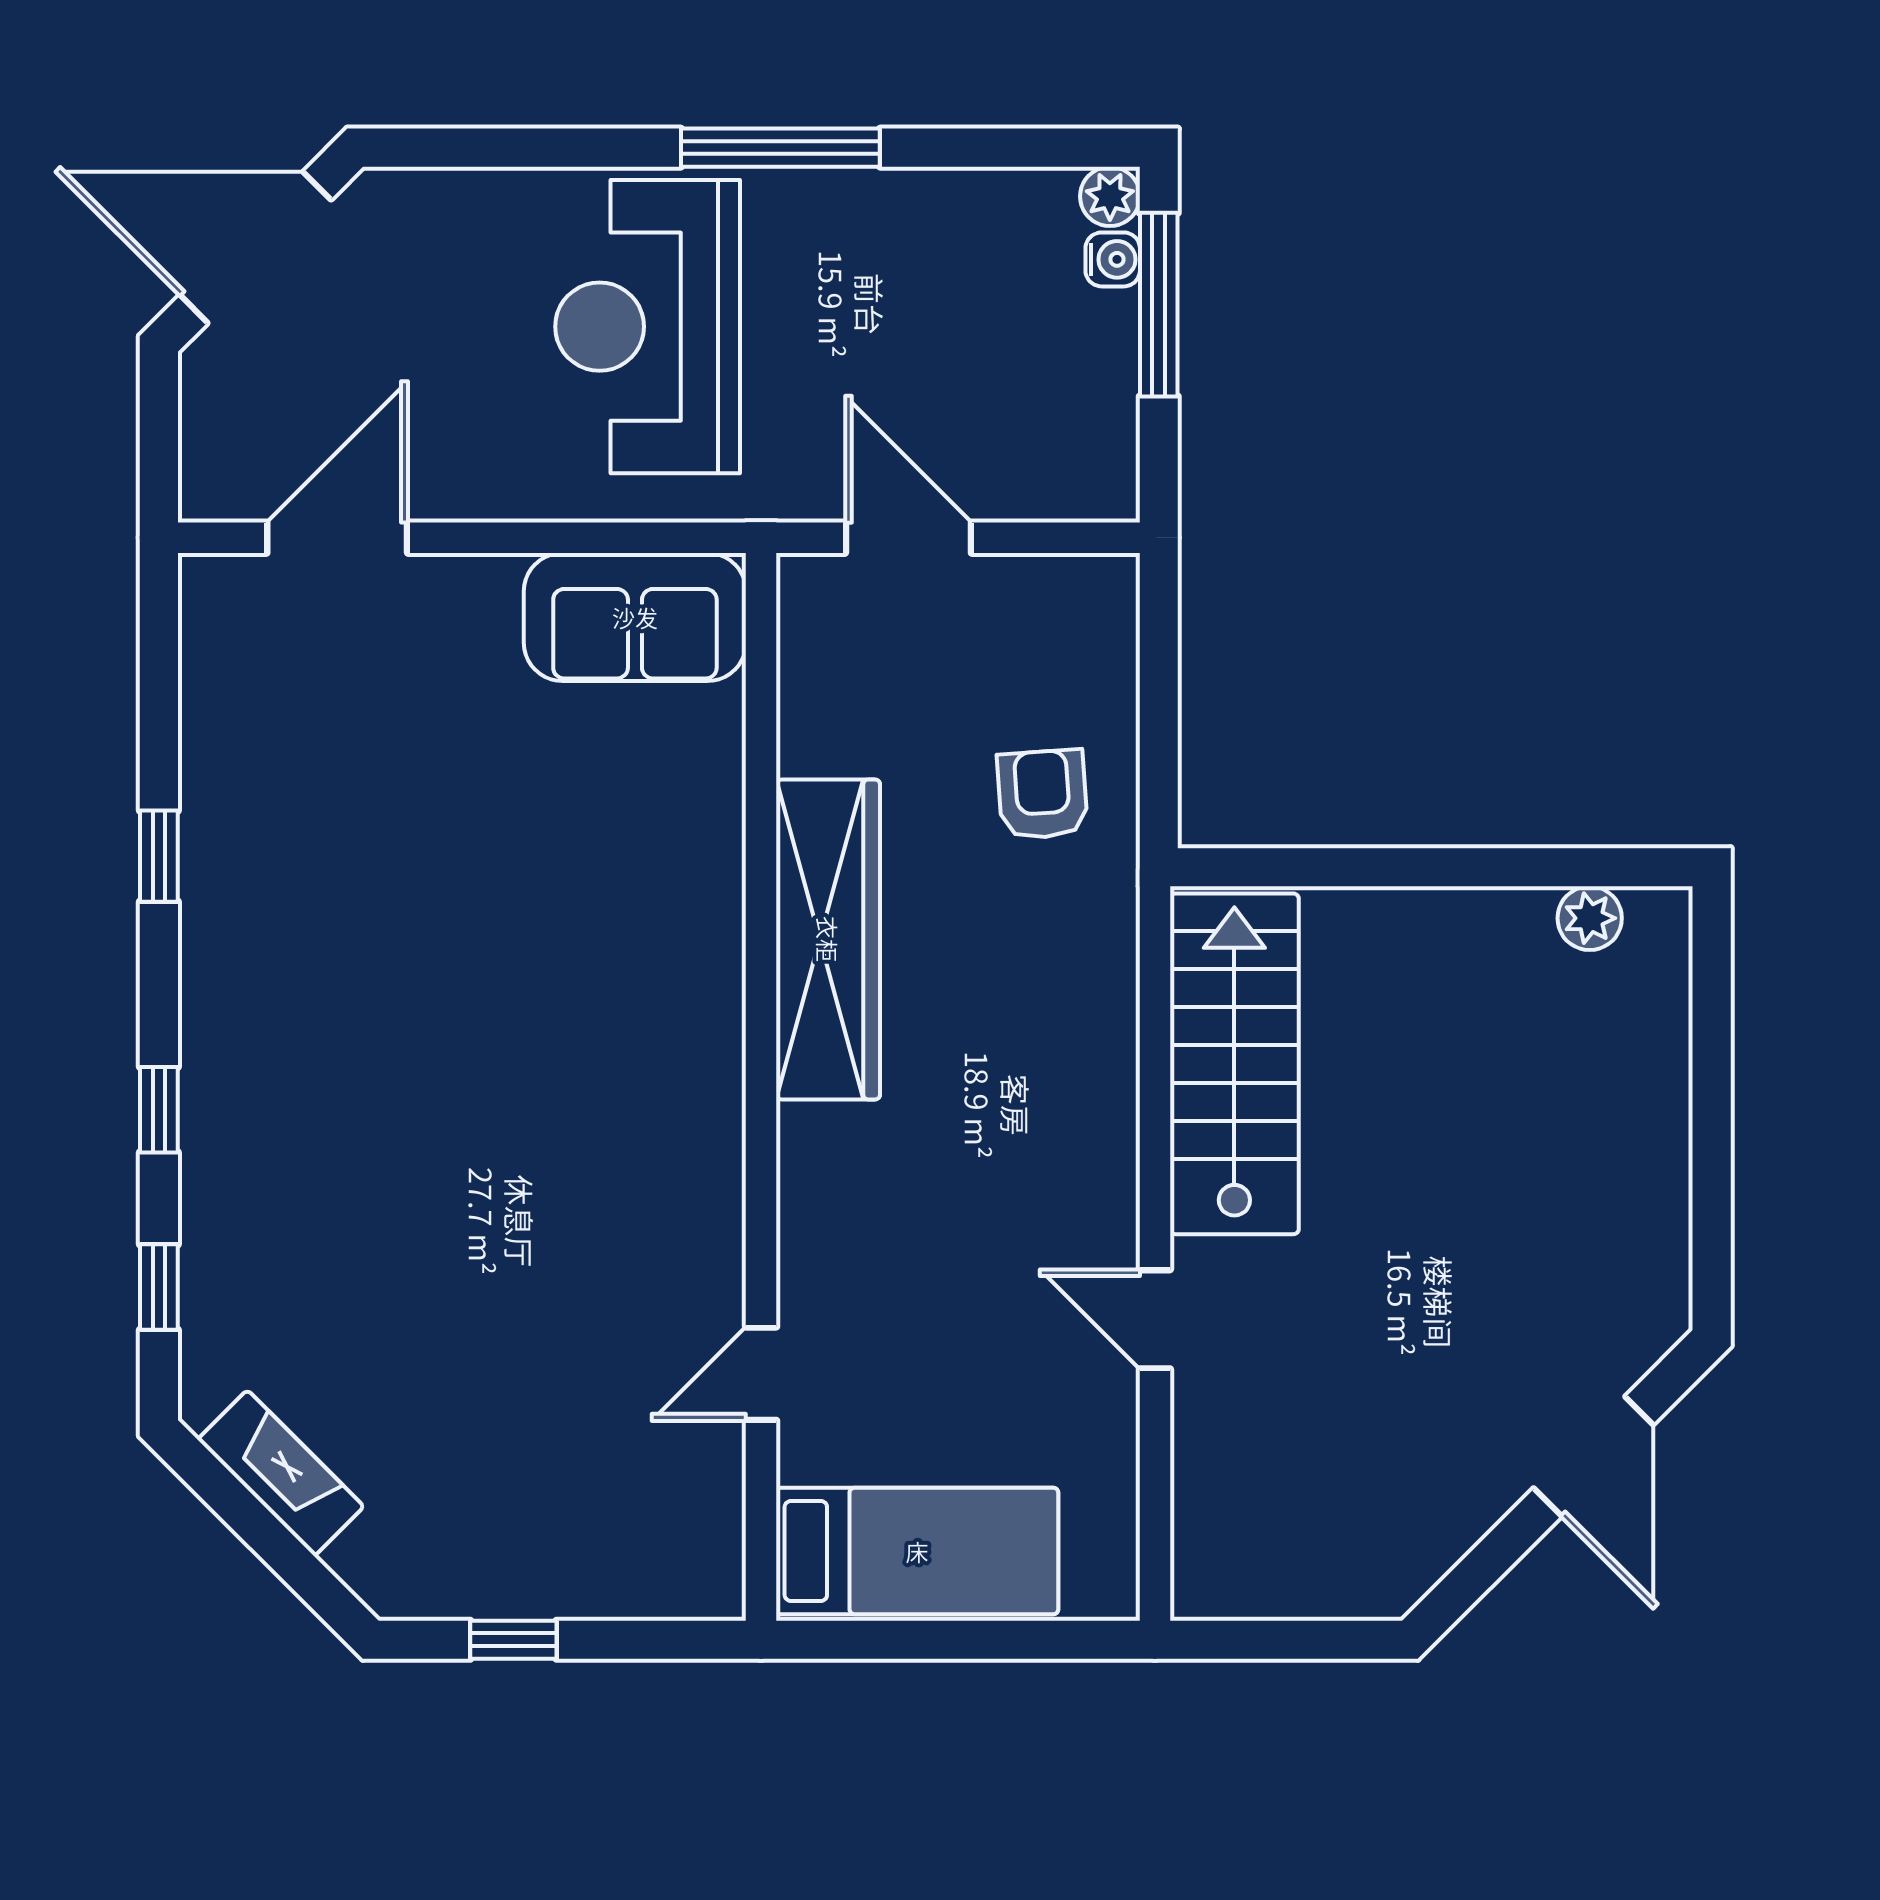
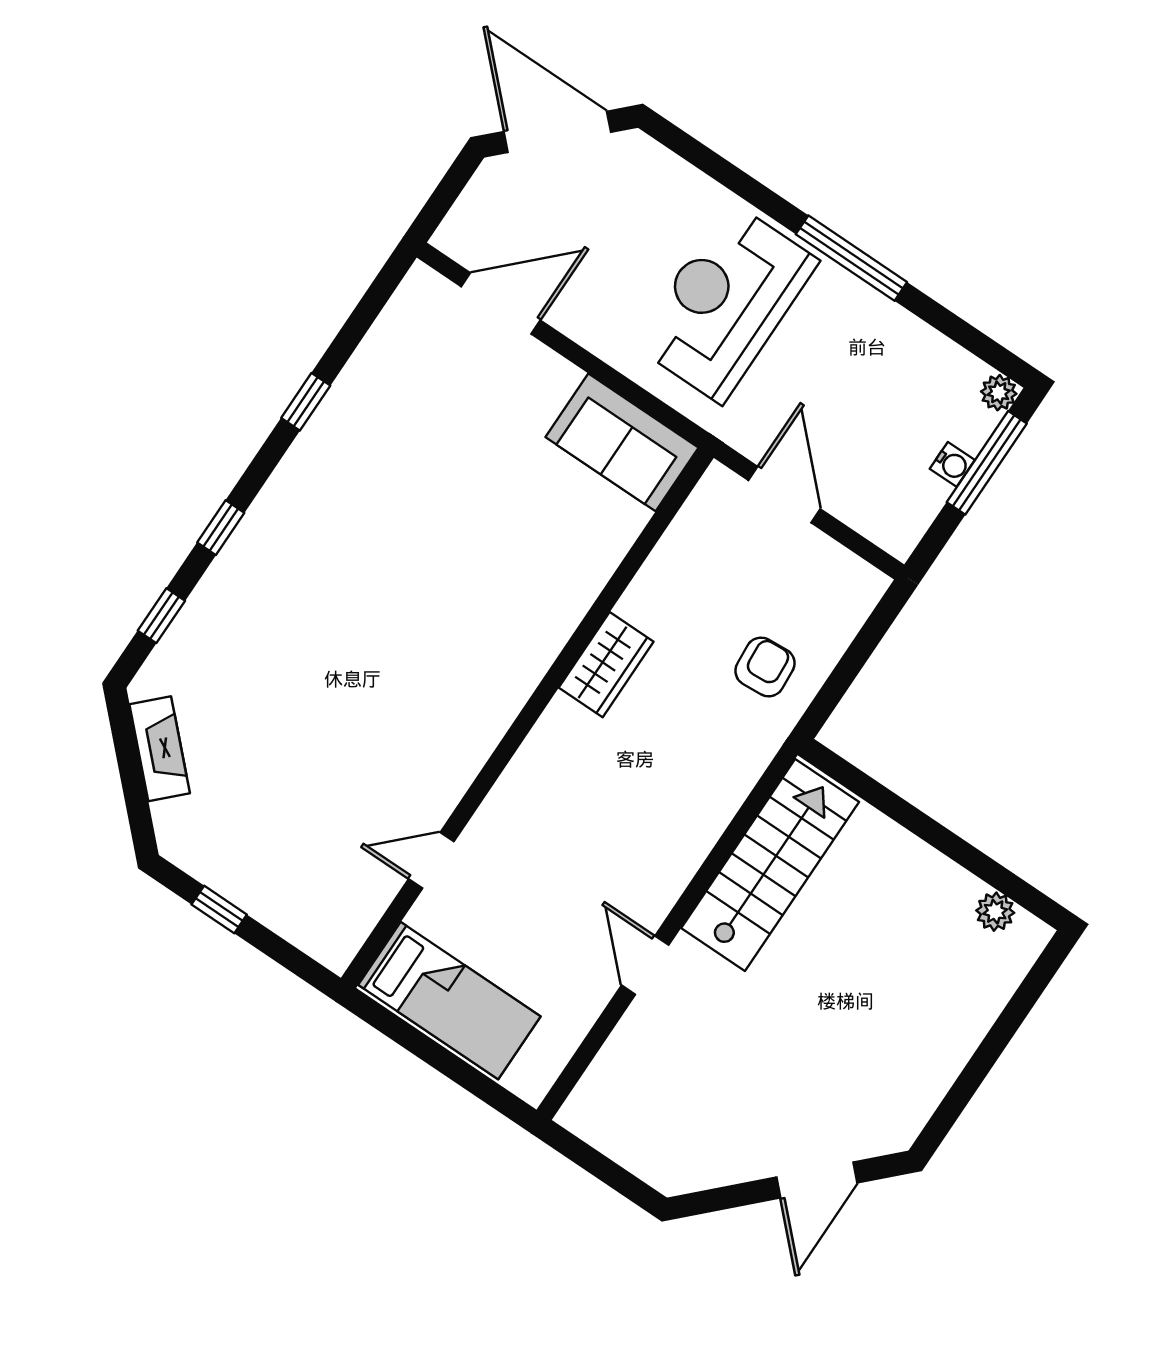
water cooler: (1113, 259) -> (952, 464), moved
wardrobe: (828, 939) -> (606, 665), width x0.48, depth x0.85

